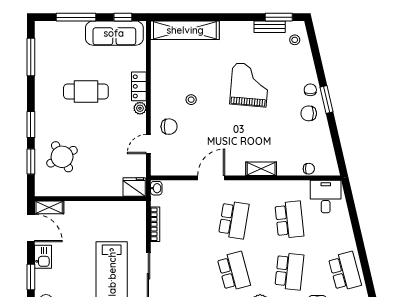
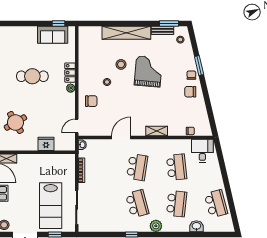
window: (76, 17) -> (25, 24), removed
shelving: (185, 30) -> (126, 33), moved
sofa: (114, 33) -> (53, 35), width x0.73
stool: (211, 75) -> (121, 64), added
window: (326, 100) -> (199, 66), moved
door: (148, 144) -> (77, 126), moved
fridge: (134, 187) -> (46, 144), moved

